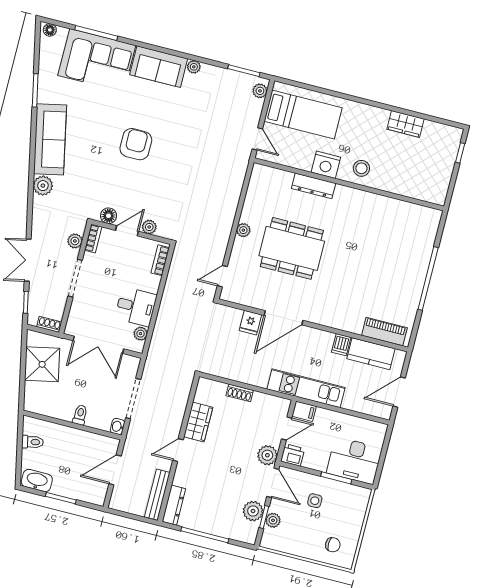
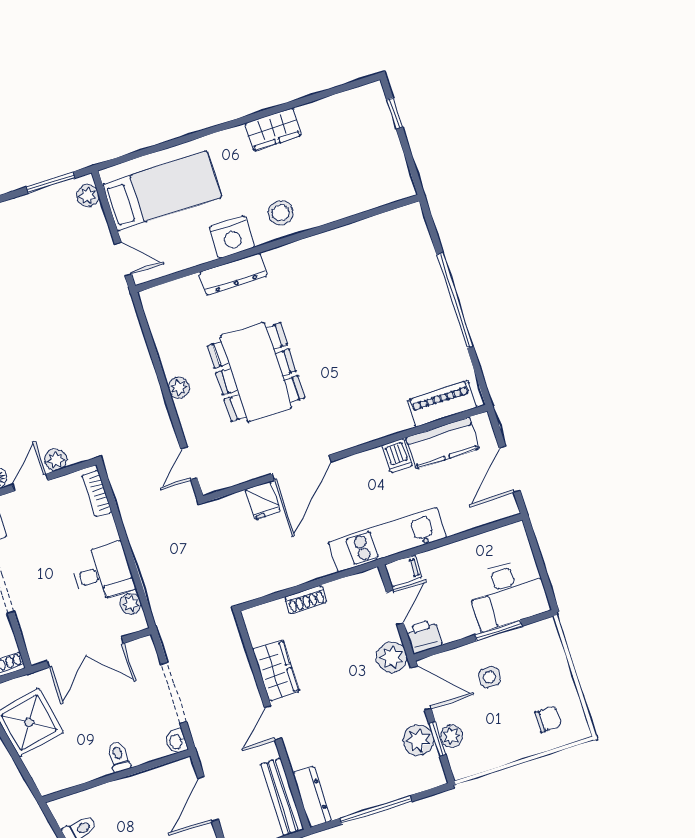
wardrobe: (405, 124) -> (273, 129), moved
dining table: (292, 248) -> (256, 372), turned 90

